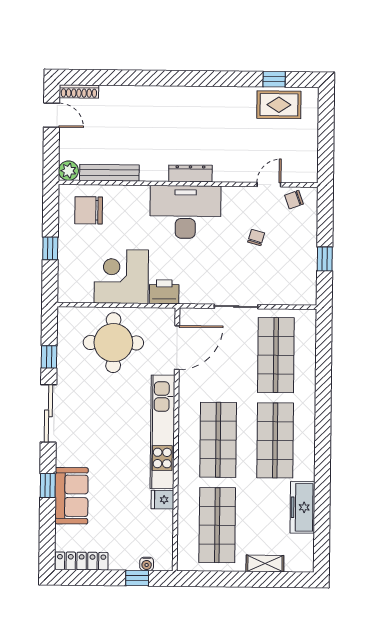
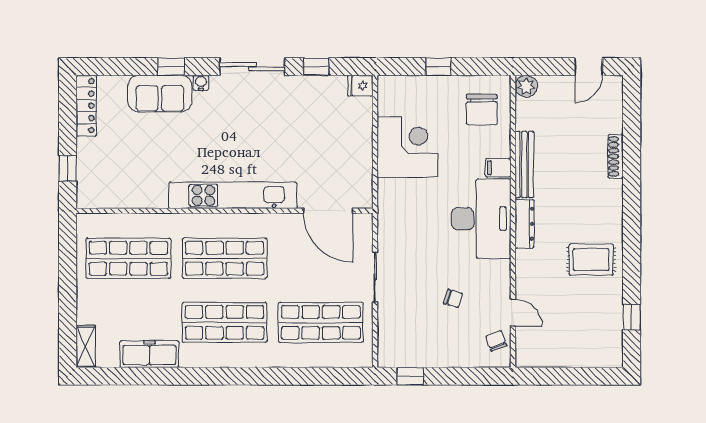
shoe rack: (79, 91) -> (616, 156), moved
rug: (279, 105) -> (591, 260), moved, turned 90
bench: (109, 173) -> (524, 164), moved
filing cabinet: (140, 196) -> (498, 168), added
chair: (89, 210) -> (482, 110), turned 180
window: (325, 259) -> (410, 376), moved
printer: (164, 292) -> (391, 196), removed
round table: (113, 343) -> (333, 139), removed
fridge: (162, 500) -> (360, 86), moved, turned -90
water cooler: (147, 564) -> (201, 83), moved, turned 90
shelving: (265, 564) -> (86, 347), moved

